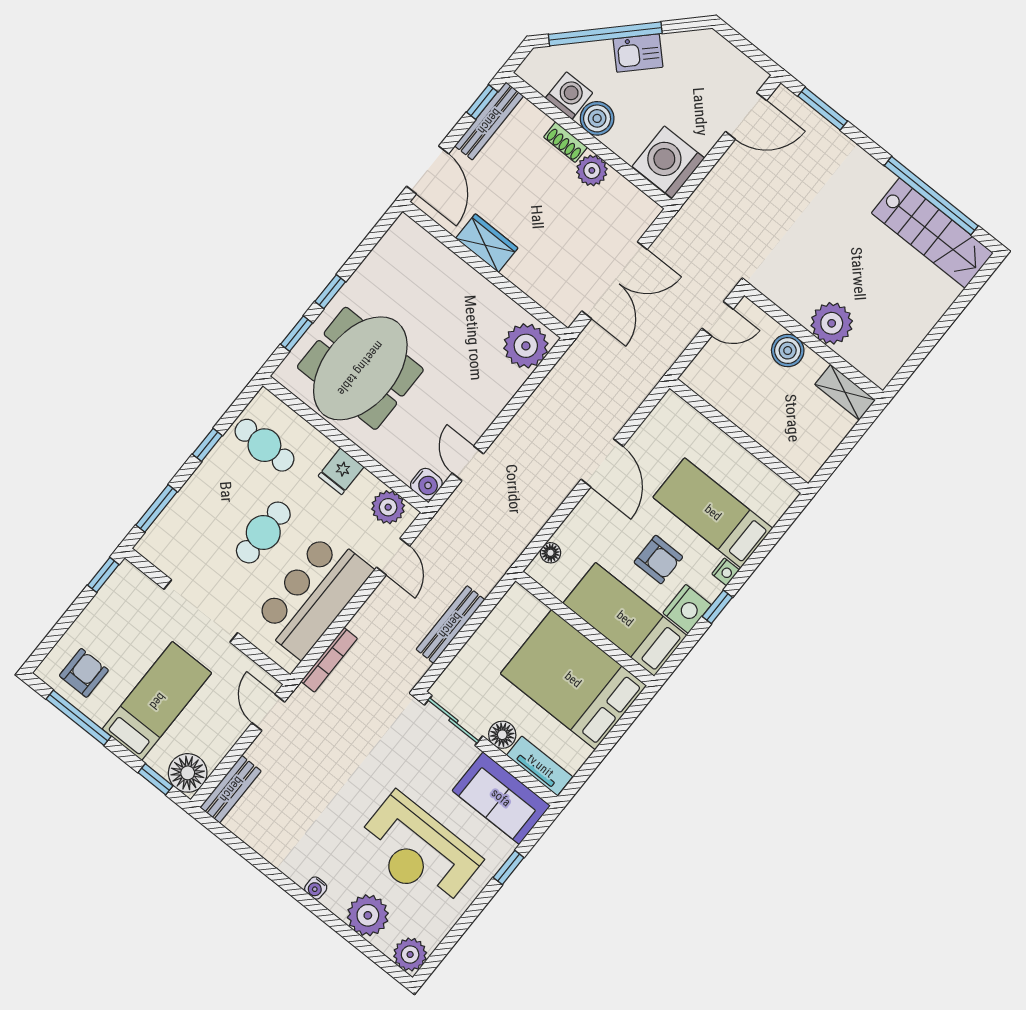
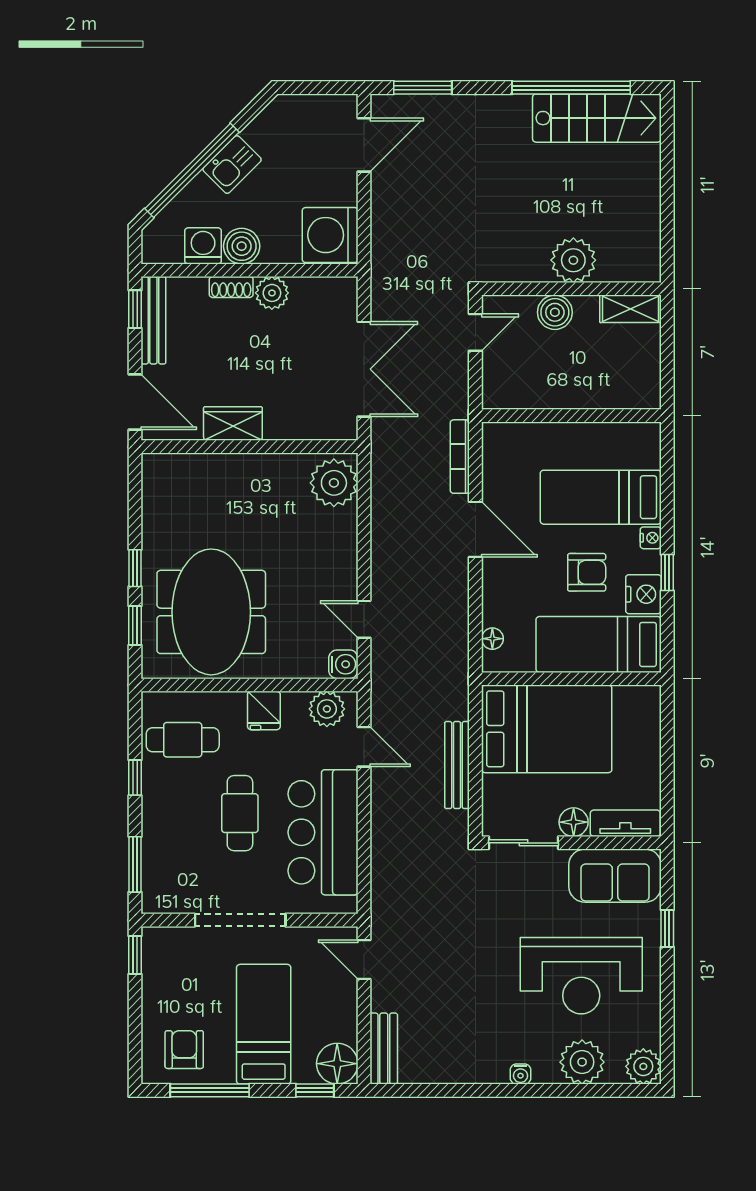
bookcase: (329, 660) -> (460, 457), moved, turned 180
bed: (573, 680) -> (547, 729), moved, turned 180

